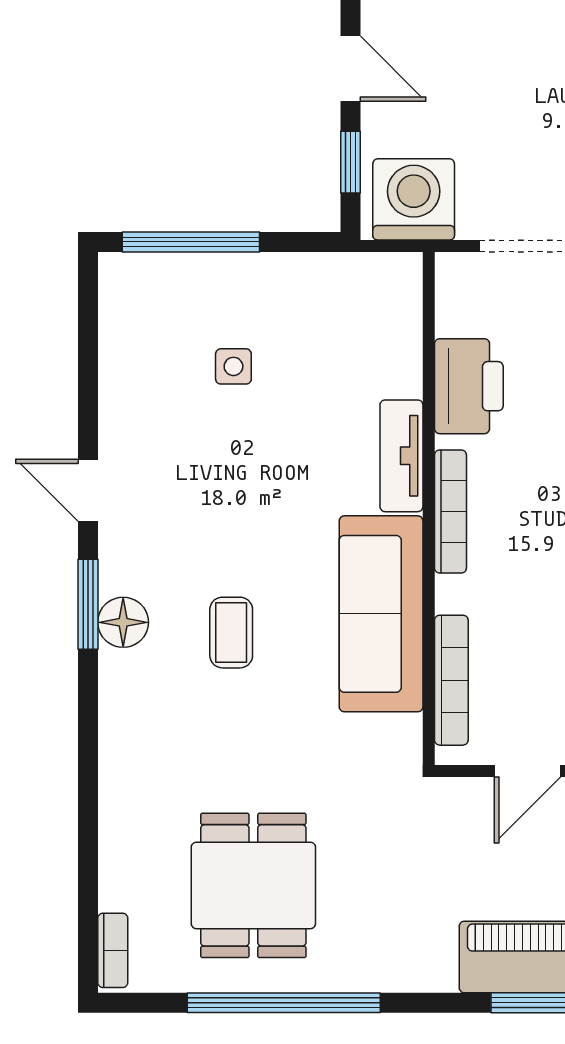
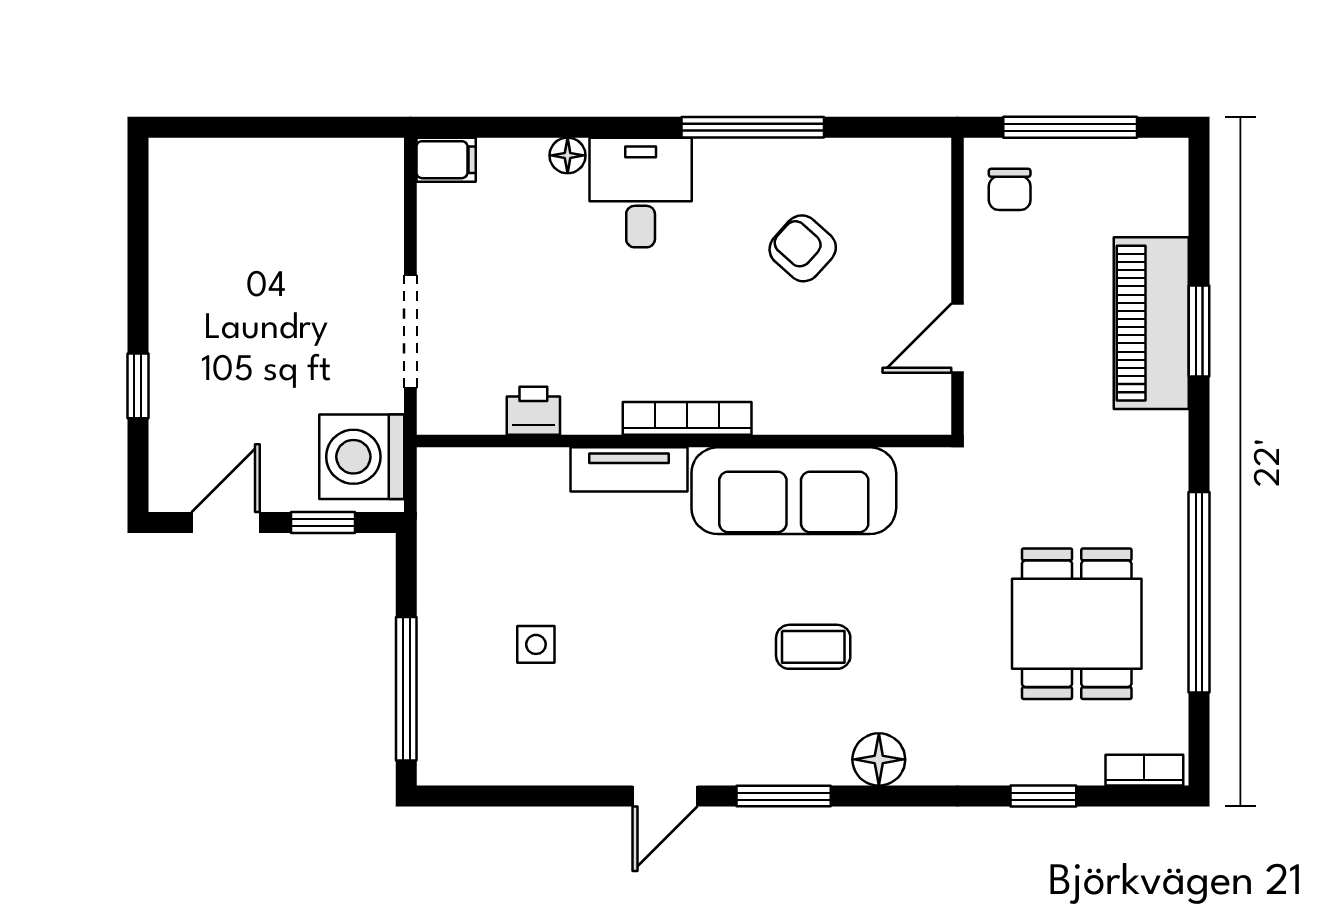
printer: (469, 386) -> (533, 411), width x0.53, depth x0.68
floor lamp: (123, 622) -> (879, 759), moved
bookcase: (451, 680) -> (863, 417), removed
door: (527, 771) -> (957, 338), swing flipped
window: (88, 853) -> (1043, 796), added
dining table: (253, 885) -> (1077, 624), turned 90

